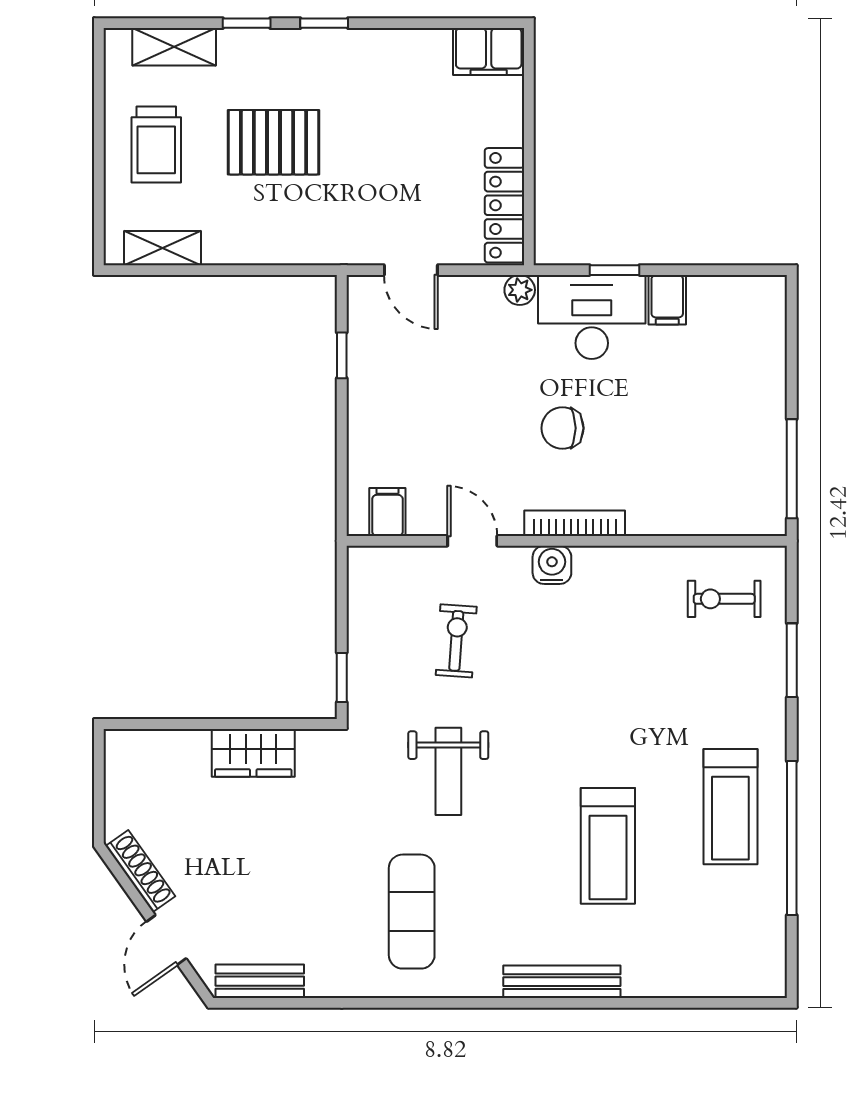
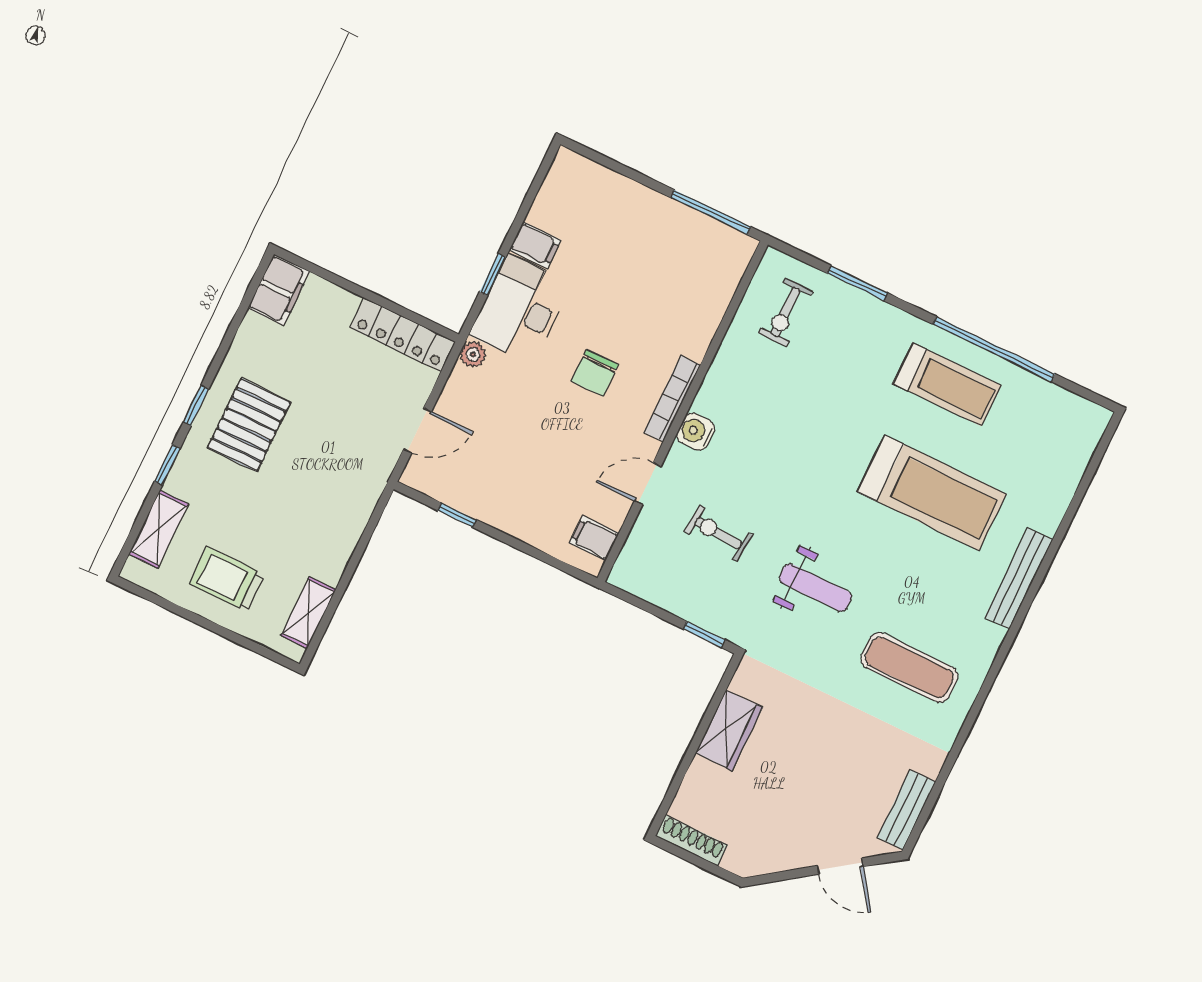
pallet: (274, 142) -> (249, 425), moved
trolley: (156, 145) -> (227, 579), turned 180
treadmill: (608, 846) -> (932, 493), width x1.37, depth x1.38
shoe rack: (140, 871) -> (692, 840), moved, turned 35

